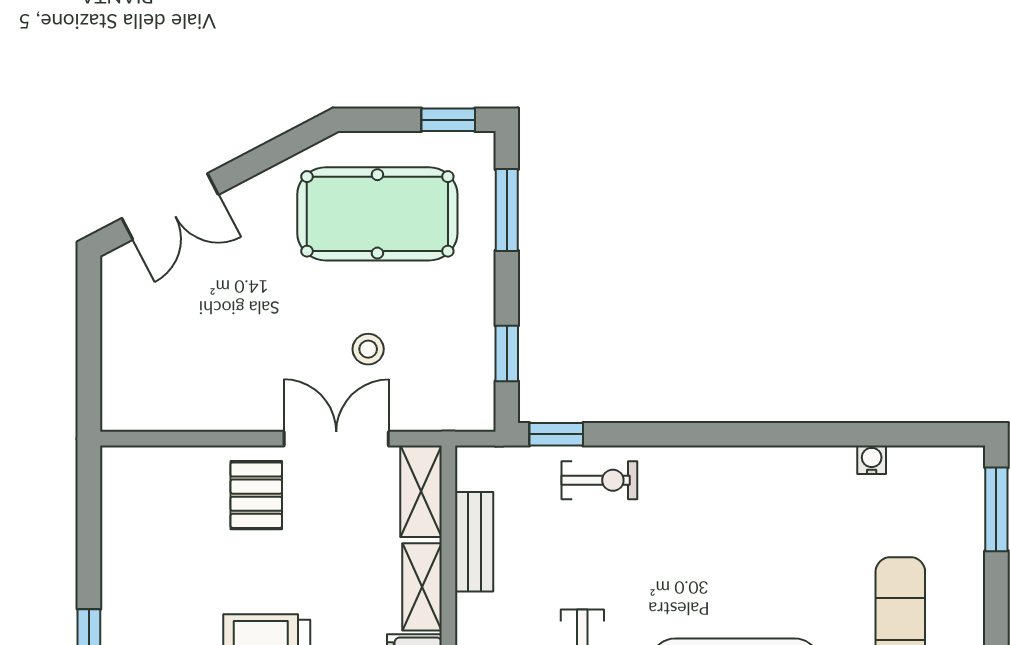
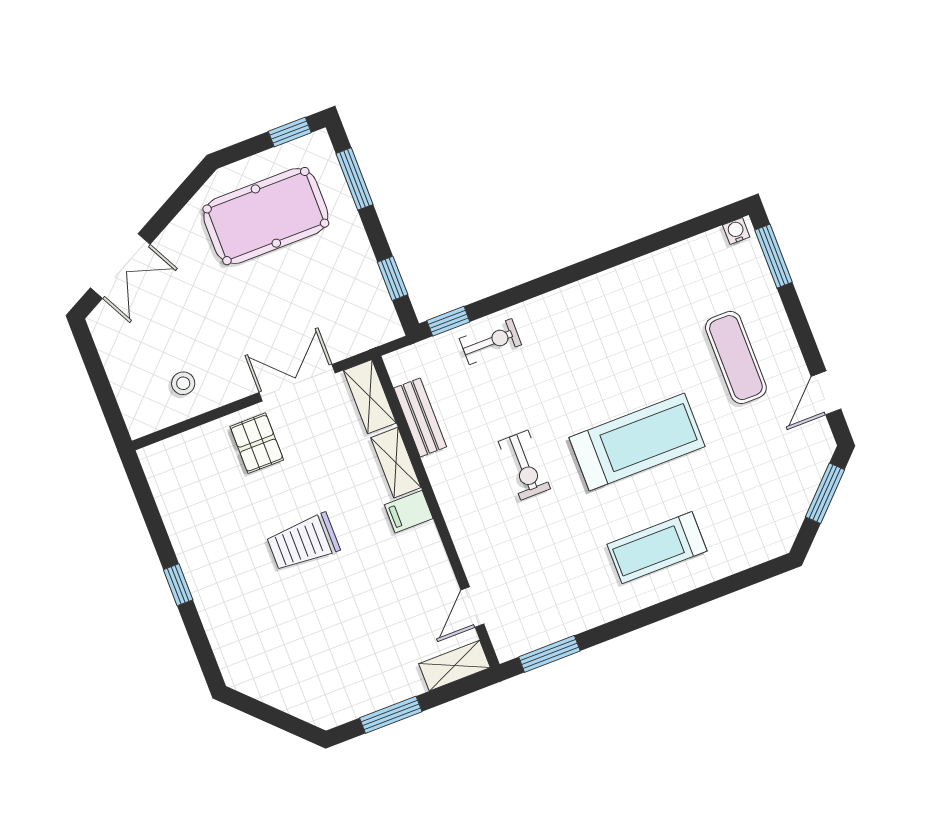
stool: (368, 349) -> (183, 383), moved
water cooler: (872, 460) -> (736, 231), moved

